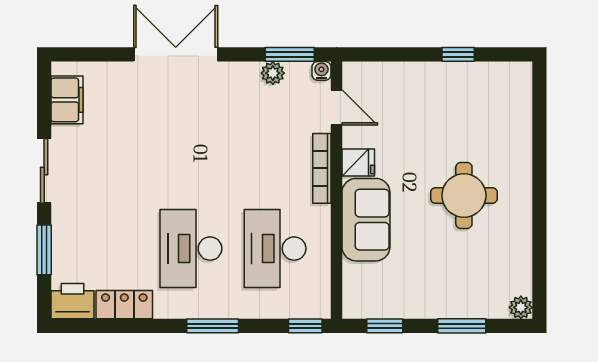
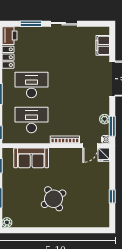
filing cabinet: (67, 100) -> (103, 45), moved, turned 90
fridge: (358, 162) -> (104, 155), moved
round table: (464, 195) -> (54, 199), turned -32
sofa: (366, 220) -> (31, 158), moved

